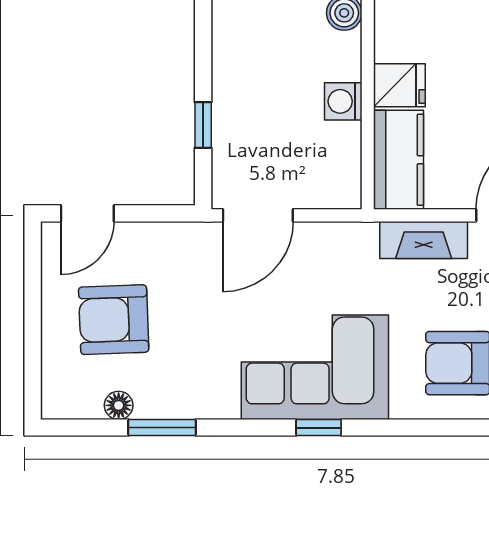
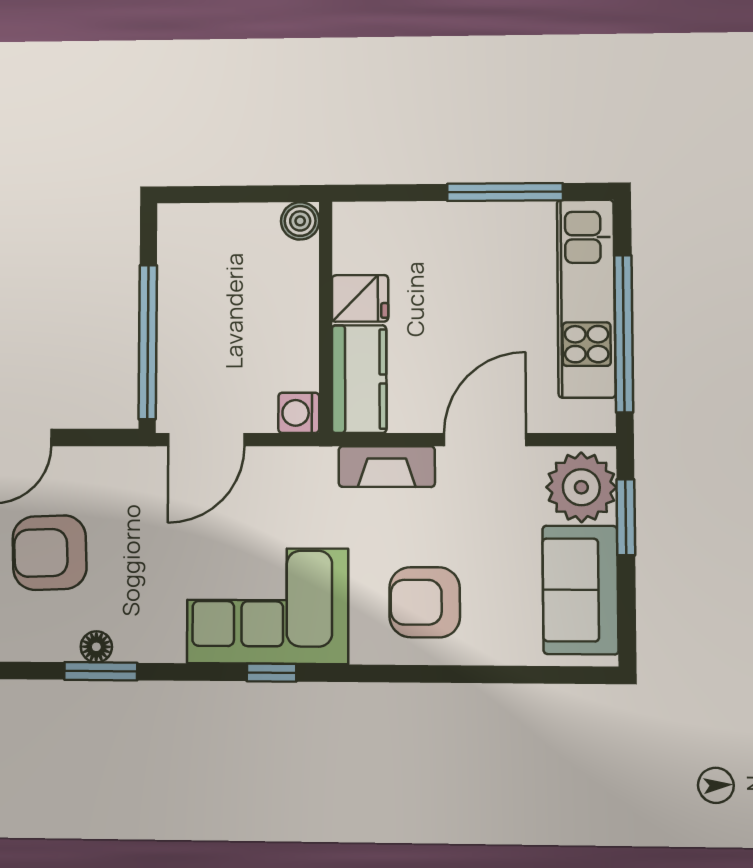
washing machine: (343, 101) -> (299, 413), moved
window: (203, 125) -> (148, 342), width x3.17
floor lamp: (119, 405) -> (96, 647), moved

